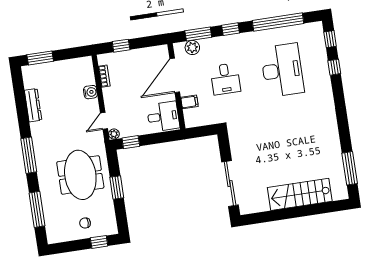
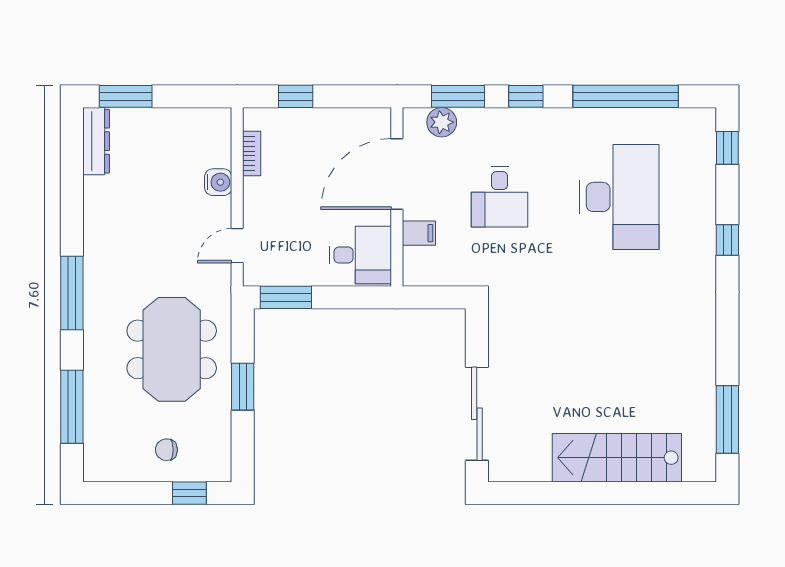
window: (334, 67) -> (727, 240), moved
dresser: (33, 105) -> (96, 141), moved
plant: (114, 134) -> (253, 276), removed
window: (131, 142) -> (286, 297), width x1.50

